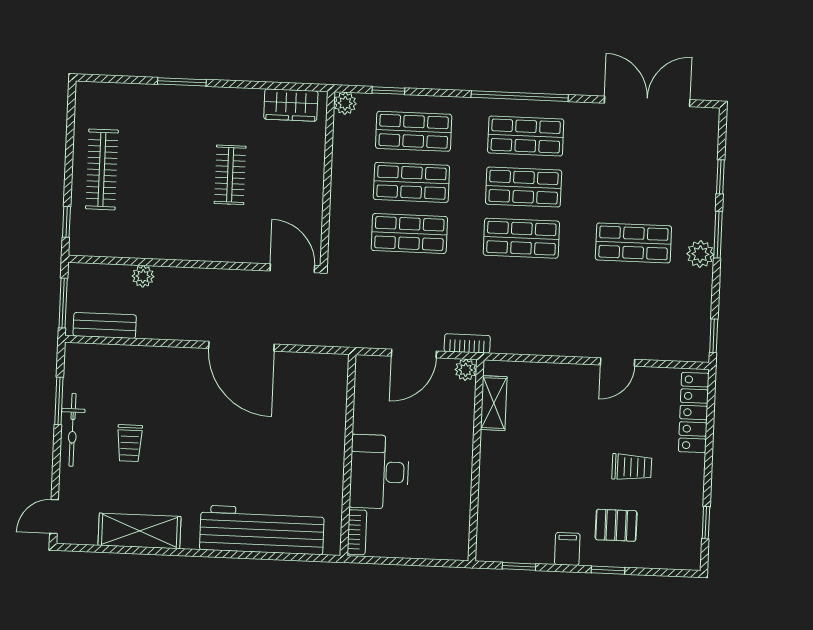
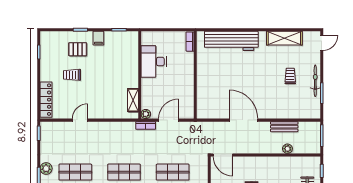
bench: (105, 325) -> (284, 127), moved
desk: (379, 472) -> (154, 62), moved, turned 180

